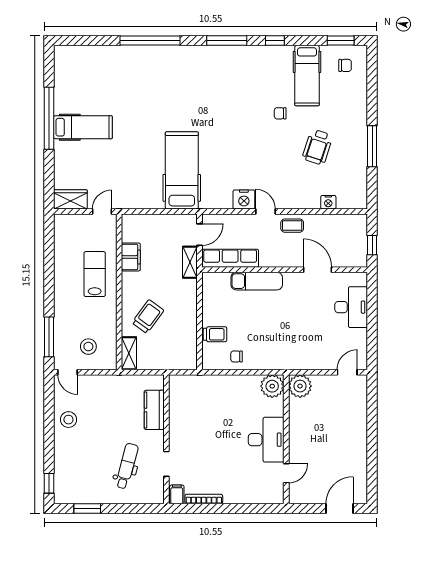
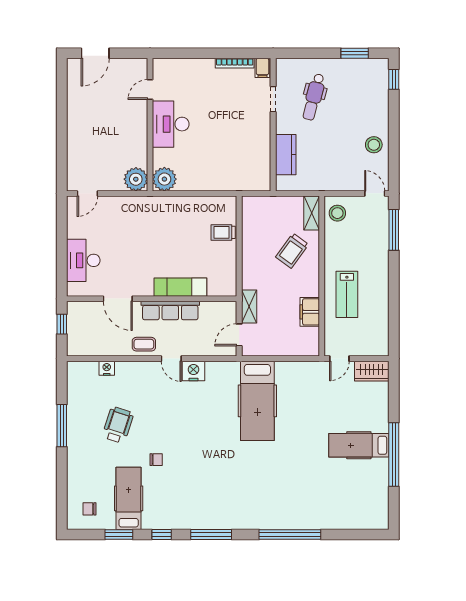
window: (341, 41) -> (119, 534), moved
row of seats: (230, 258) -> (170, 311), moved
stool: (88, 347) -> (337, 213), moved
chair: (237, 356) -> (201, 210), removed

